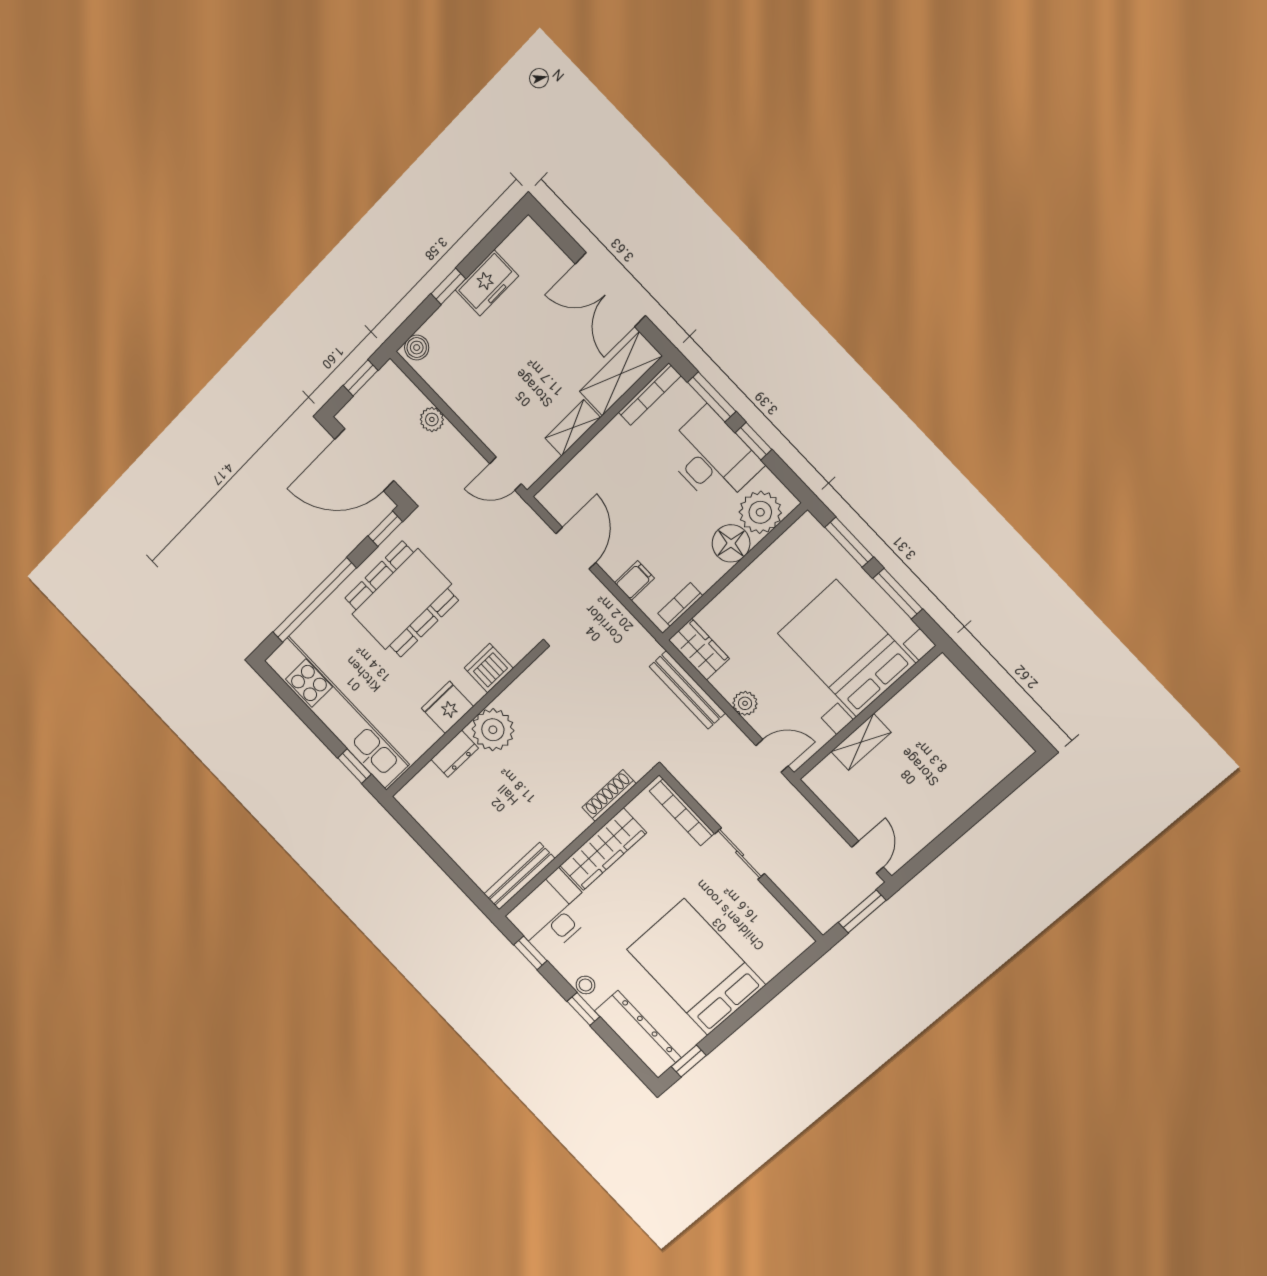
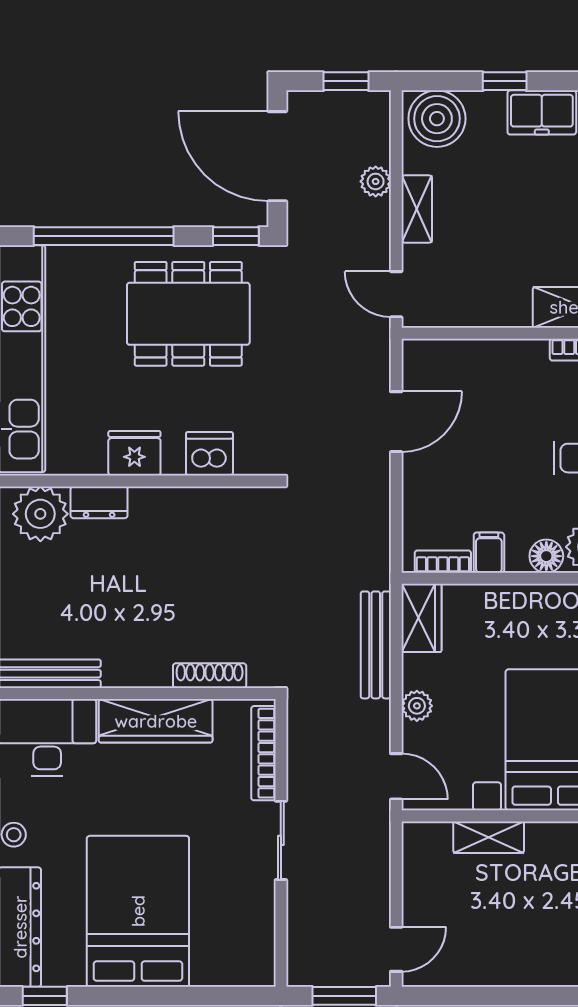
boiler: (417, 348) -> (437, 119), width x1.86, depth x1.86
shelving: (573, 428) -> (417, 209), moved, turned 90
floor lamp: (731, 543) -> (546, 556), width x0.73, depth x0.73
filing cabinet: (634, 581) -> (489, 553), moved, turned -90
plant: (493, 730) -> (40, 514), moved

